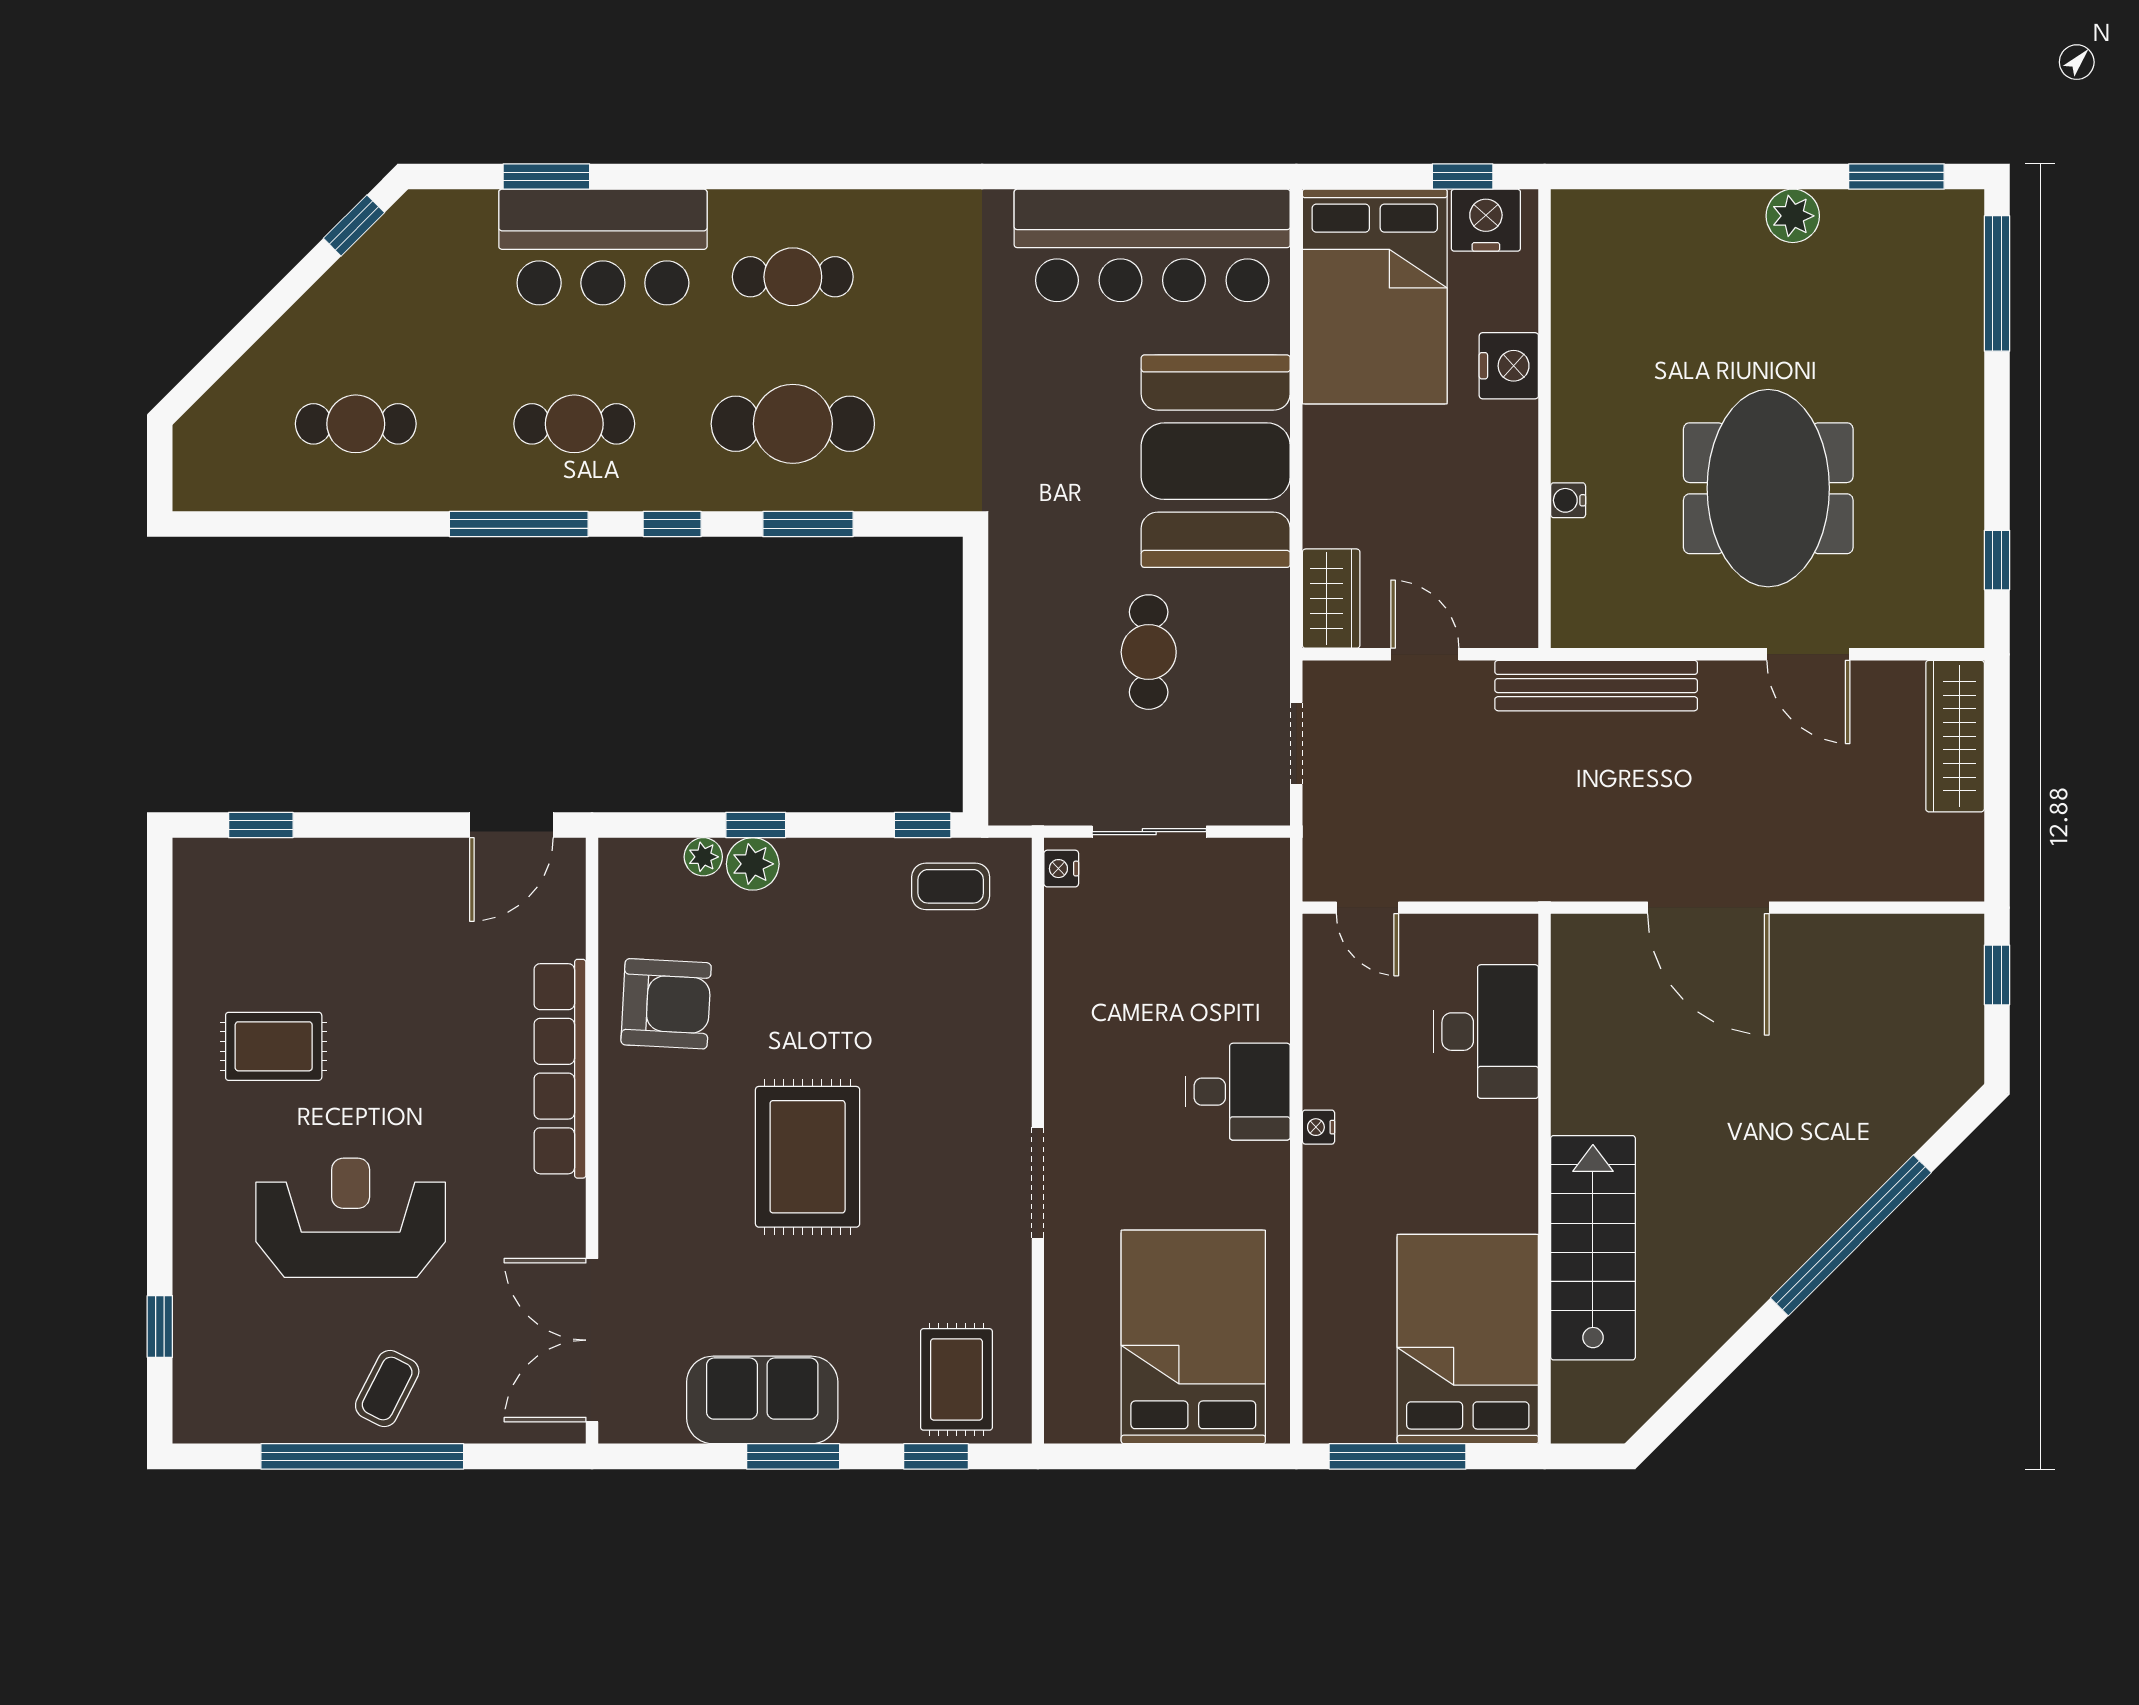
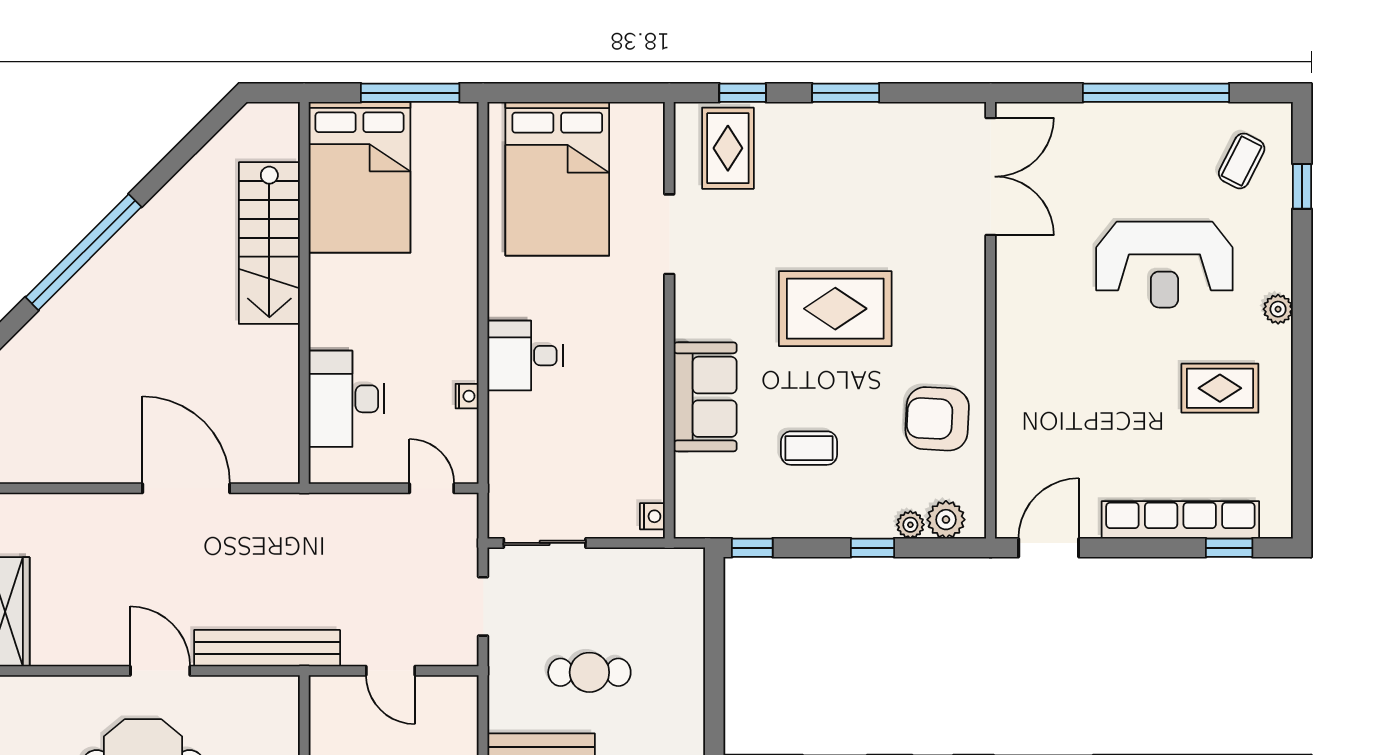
wardrobe: (1331, 599) -> (458, 711), removed
cafe table: (1149, 652) -> (589, 672), turned 90
door: (1808, 654) -> (160, 671), moved
sliding door: (1149, 832) -> (545, 543), moved
plant: (753, 864) -> (946, 520), moved
coffee table: (951, 886) -> (809, 448), moved
row of seats: (560, 1069) -> (1180, 520), moved, turned -90
nightstand: (1318, 1127) -> (467, 396), moved
plant: (193, 1156) -> (1278, 309), added
rug: (808, 1157) -> (835, 309), turned 90
doorway: (1038, 1183) -> (669, 234), moved
coffee table: (387, 1388) -> (1242, 161), moved
sofa: (762, 1400) -> (705, 397), moved, turned -90

